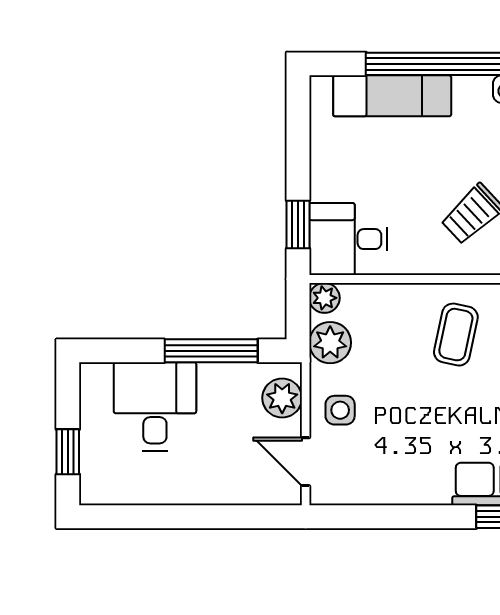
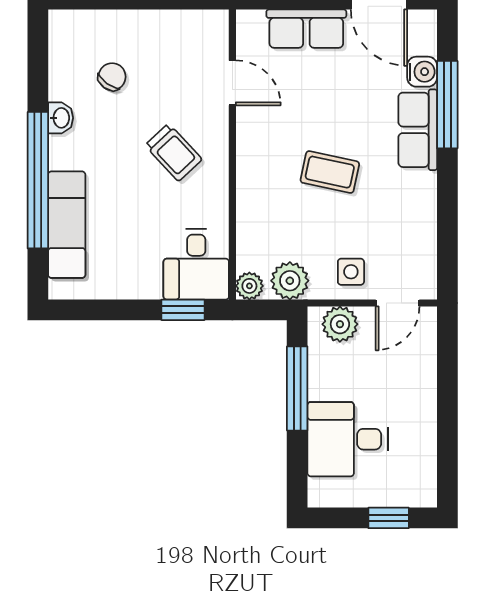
coffee table: (456, 335) -> (330, 172), moved

